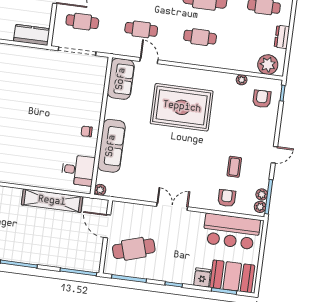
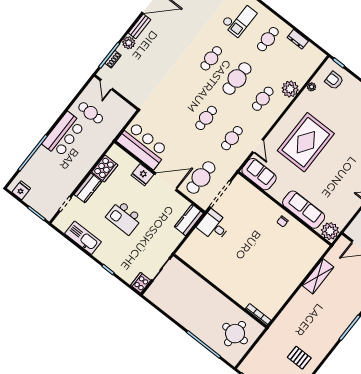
cafe table: (82, 22) -> (201, 178), width x1.37, depth x1.35
door: (149, 61) -> (258, 146), swing flipped
plant: (268, 65) -> (290, 89), moved
desk: (78, 170) -> (214, 226), moved, turned -90
plant: (100, 190) -> (330, 231), width x1.88, depth x1.88
shelving: (52, 201) -> (318, 276), width x0.68

